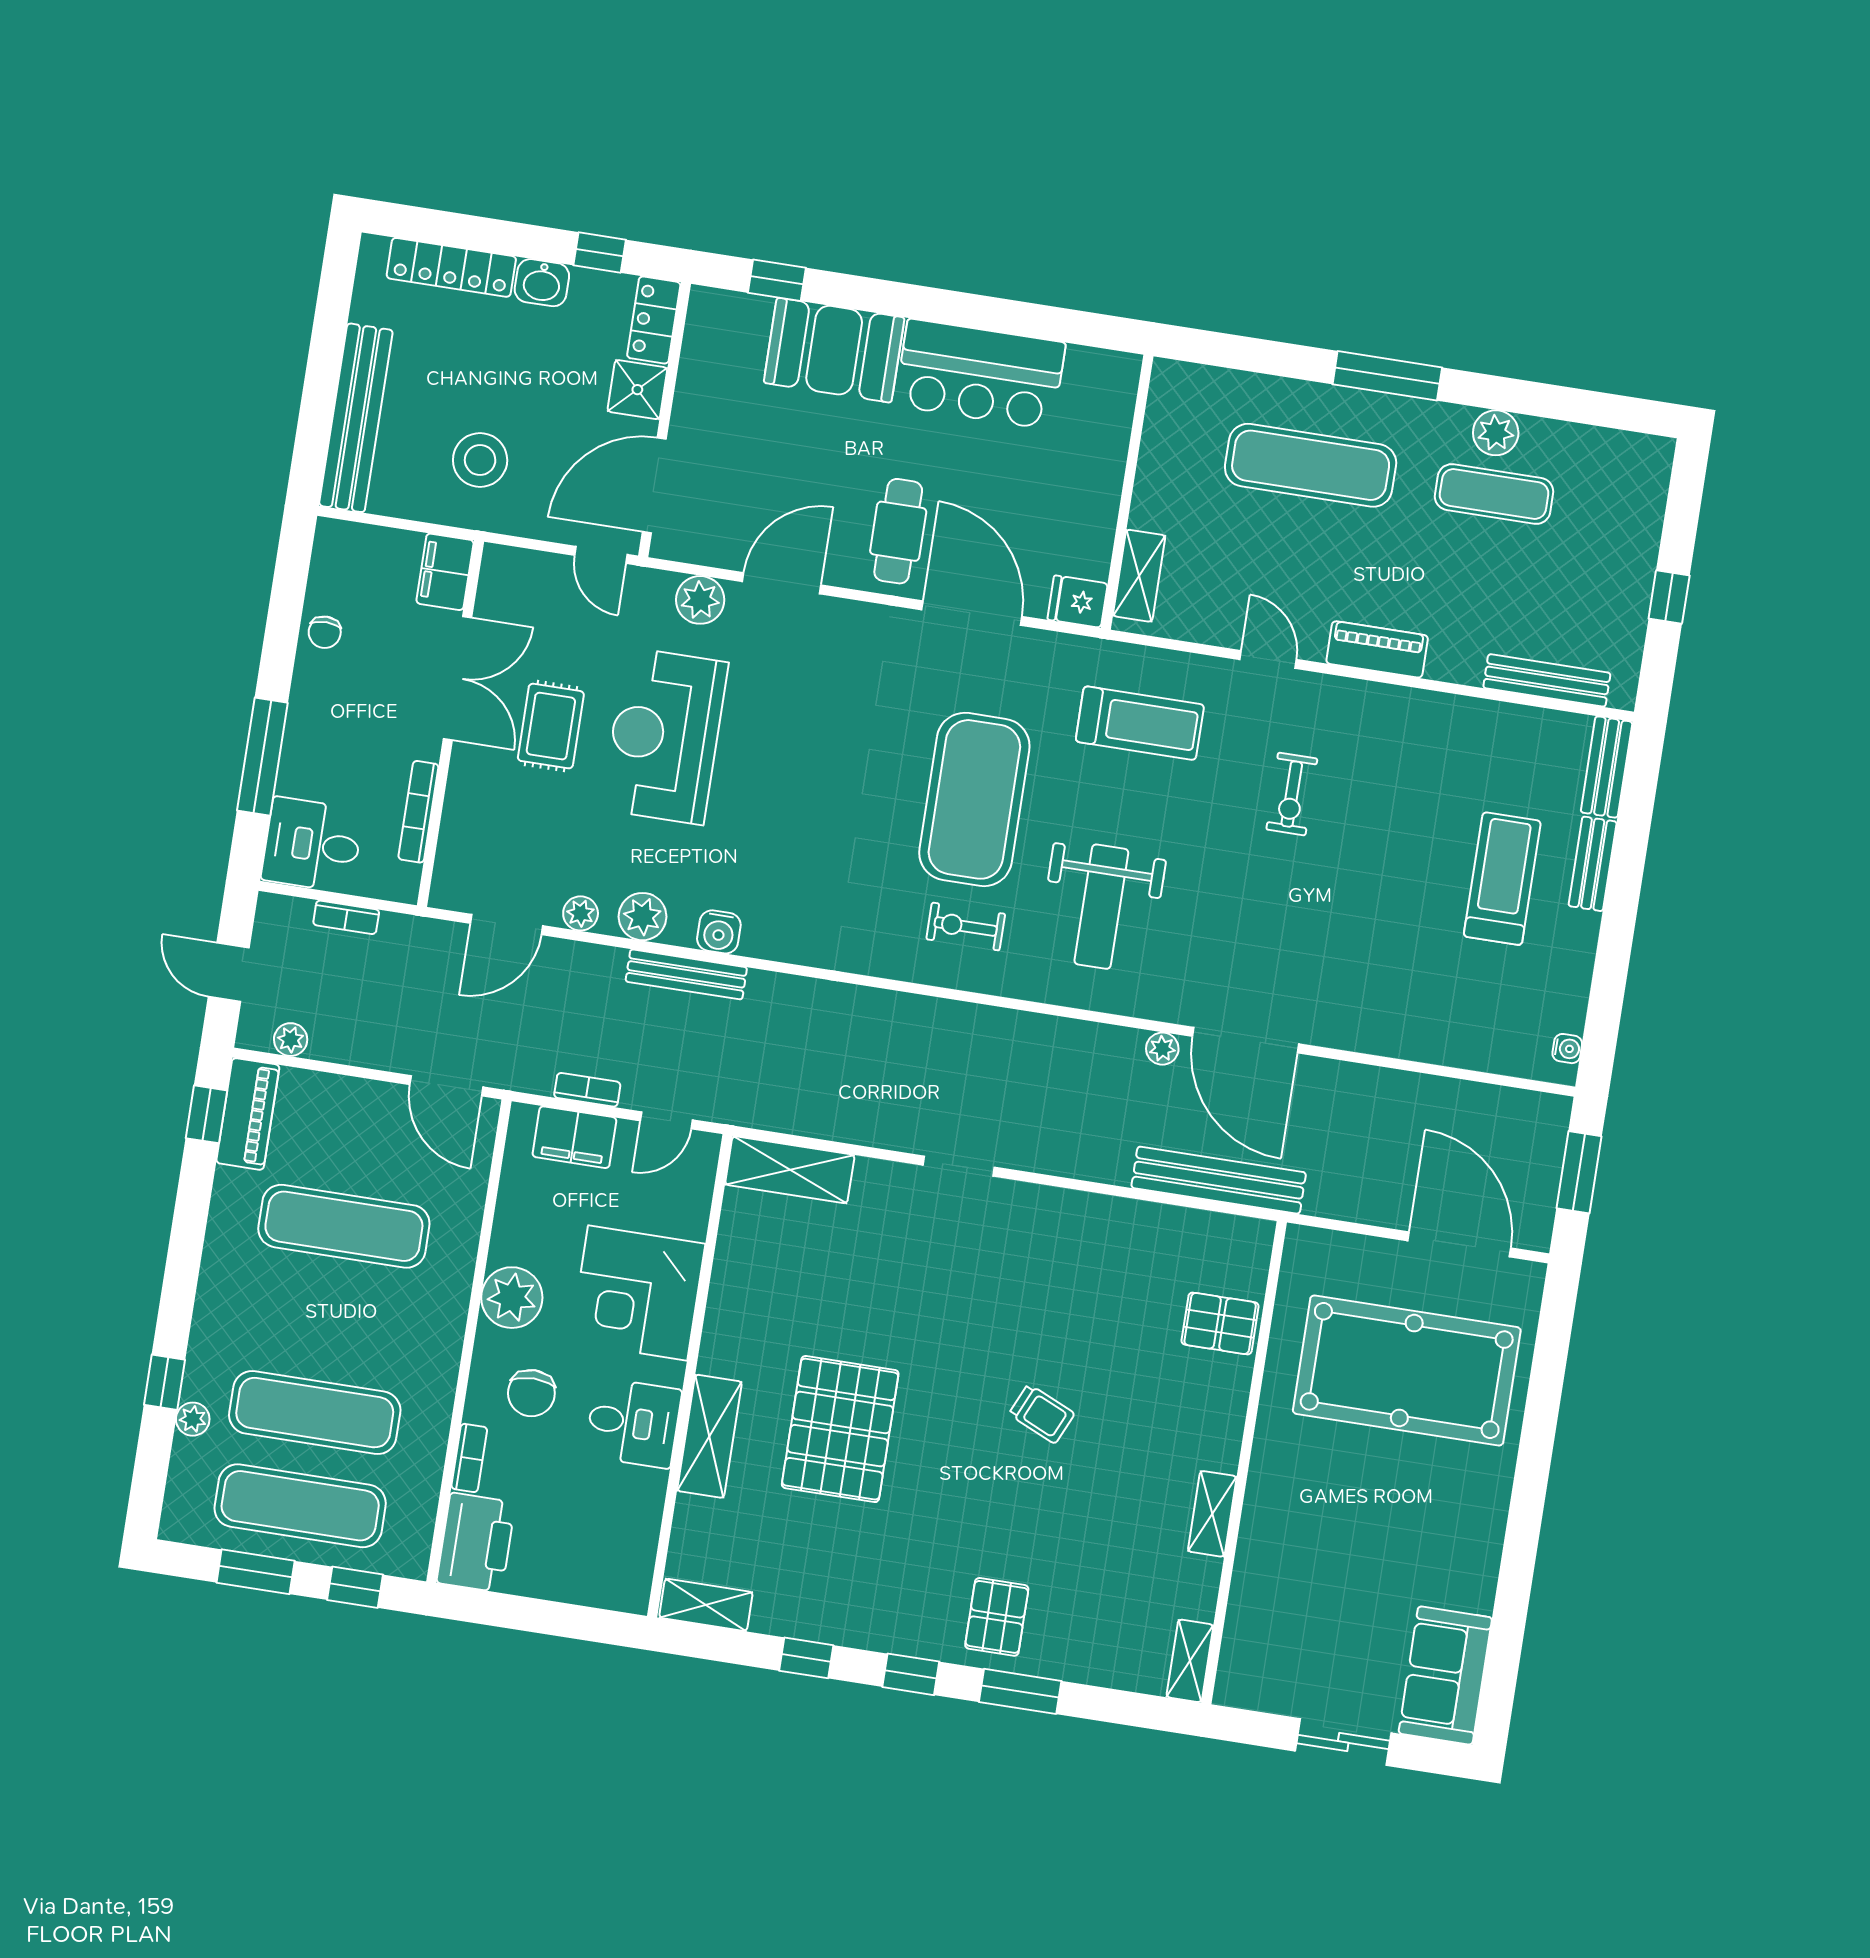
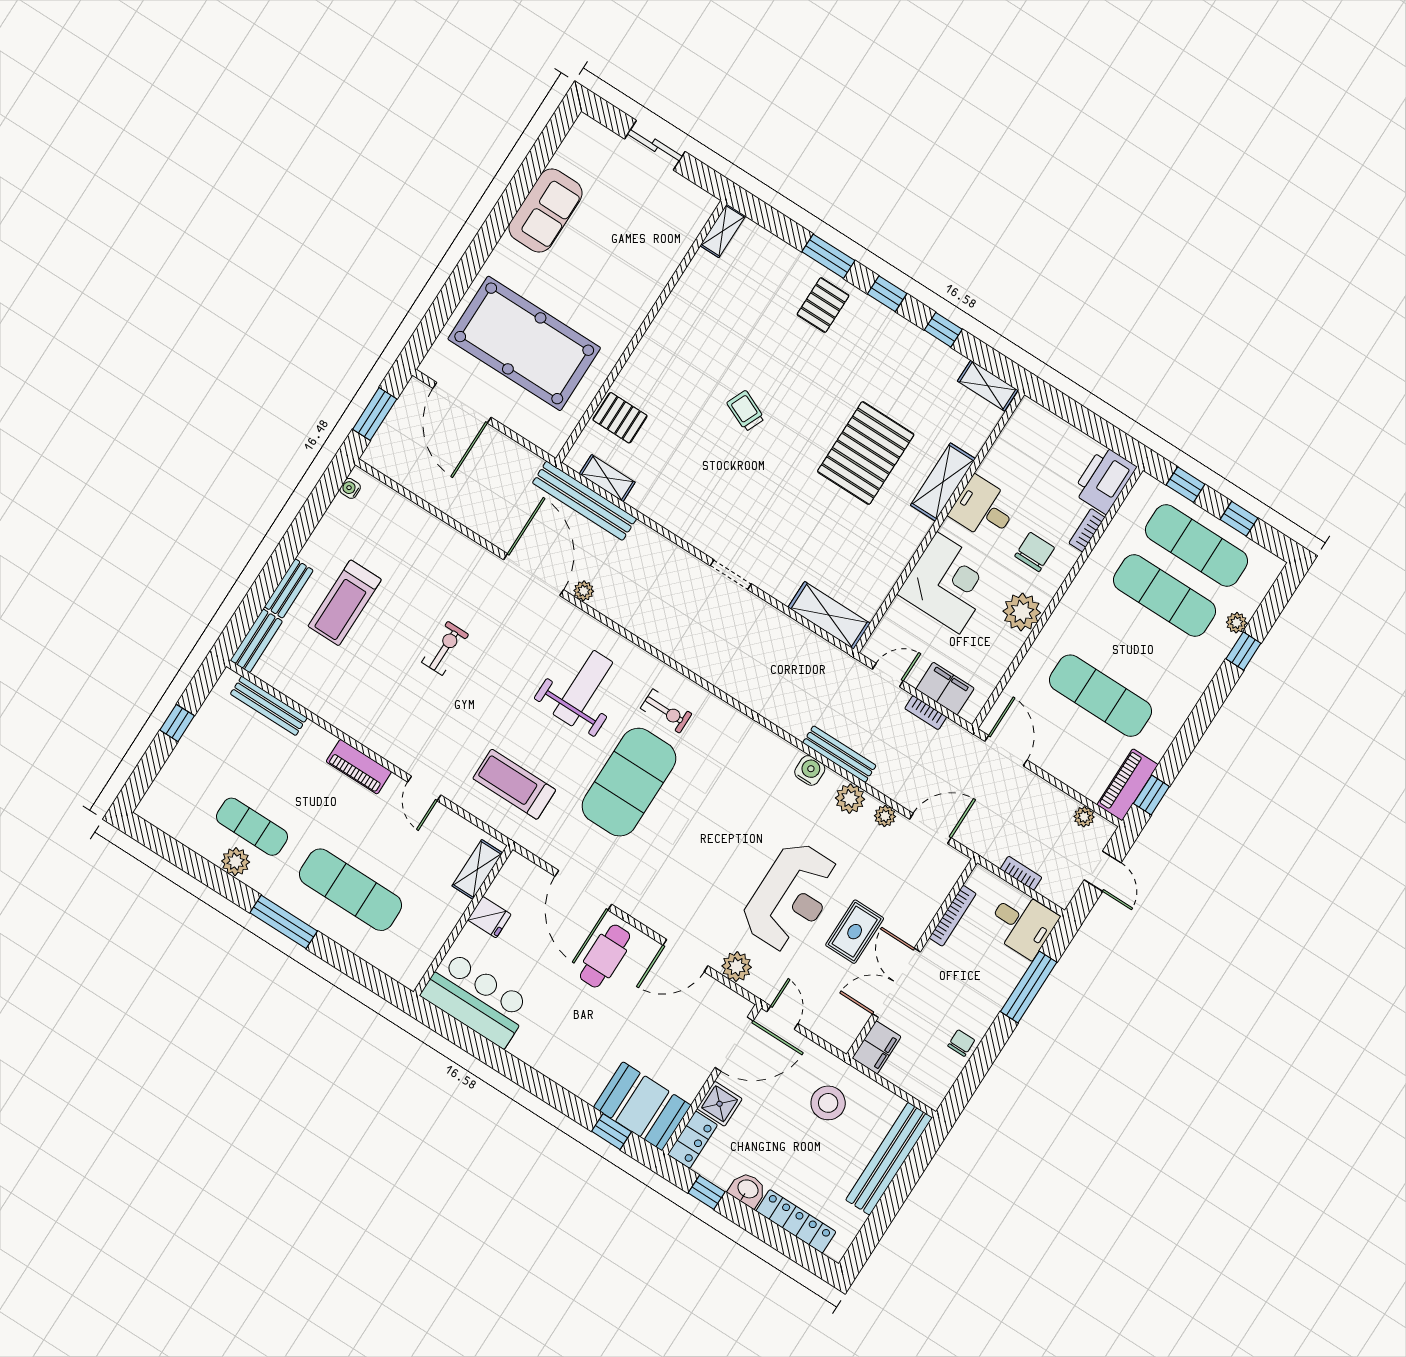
booth: (834, 350) -> (642, 1106), moved
bar counter: (980, 374) -> (476, 999), moved
fridge: (1077, 602) -> (489, 917), moved
exercise bike: (1292, 794) -> (445, 648), moved
shelving: (1212, 1514) -> (607, 478), moved, turned 90
window: (256, 1572) -> (1239, 519), width x0.67
sofa: (1445, 1675) -> (545, 210), moved

